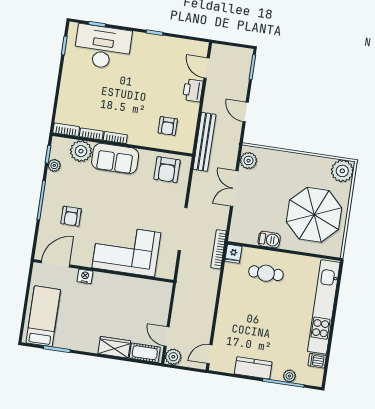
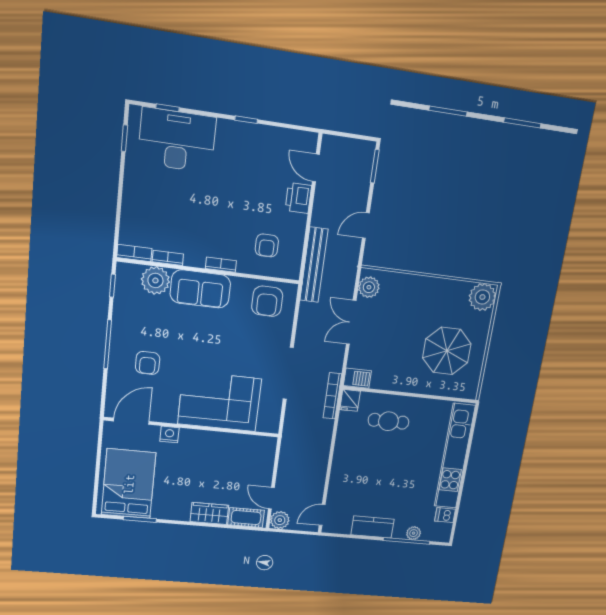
door: (246, 112) -> (366, 225), hinge flipped
bookcase: (115, 138) -> (221, 265), moved
plant: (54, 165) -> (122, 300), removed
parasol: (314, 215) -> (447, 351), width x0.73, depth x0.73
barbecue: (269, 240) -> (357, 378), moved
bed: (43, 316) -> (129, 484), width x1.50

